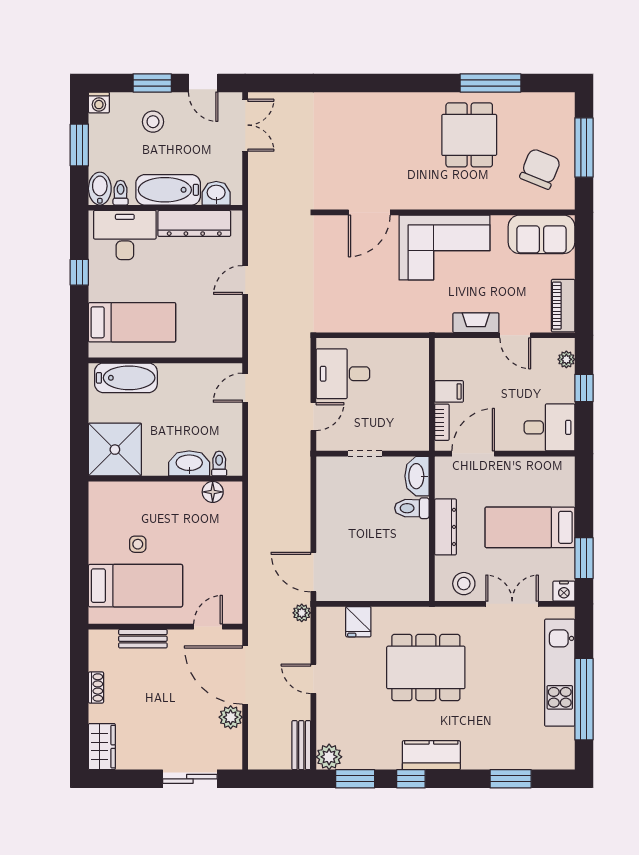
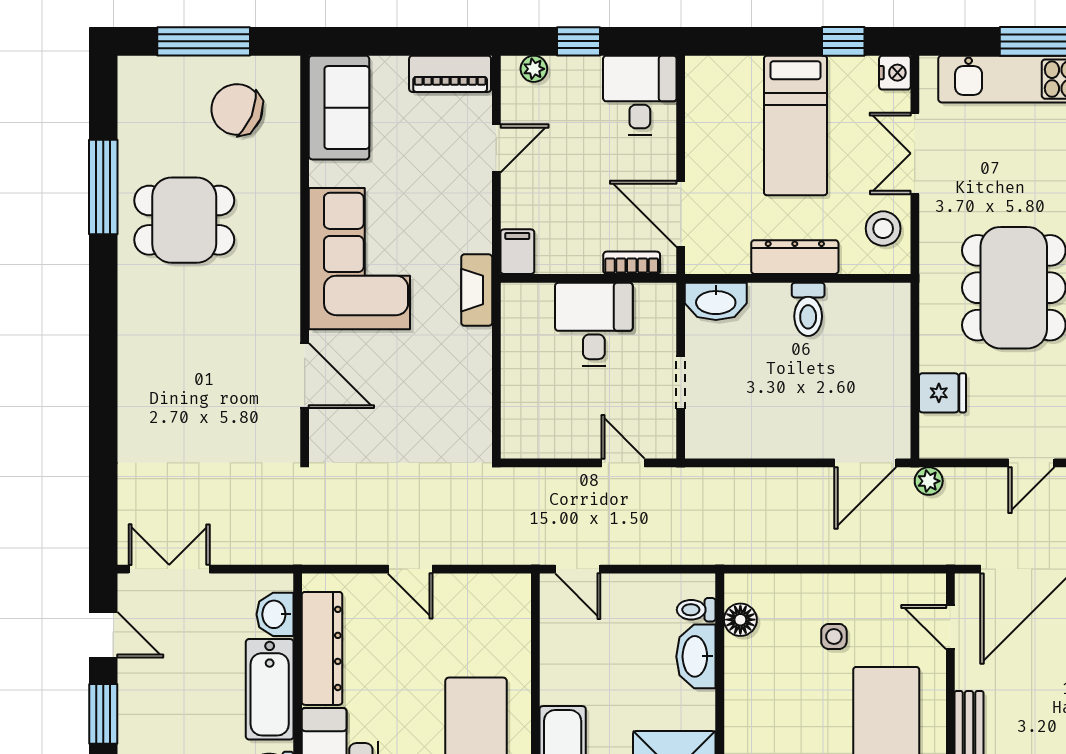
door: (203, 83) -> (103, 635), hinge flipped
stool: (153, 122) -> (163, 713), removed
fireplace: (476, 323) -> (477, 290), moved
desk: (343, 374) -> (594, 324), moved, turned 180
filing cabinet: (449, 391) -> (517, 252), moved
toilet: (412, 508) -> (808, 309), moved
side table: (138, 544) -> (834, 636), moved
window: (584, 558) -> (843, 41), width x0.67

